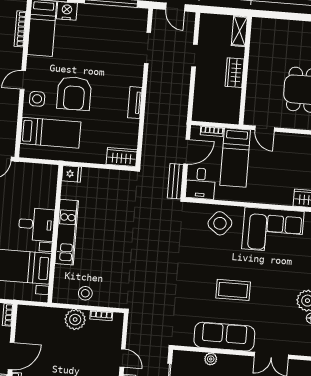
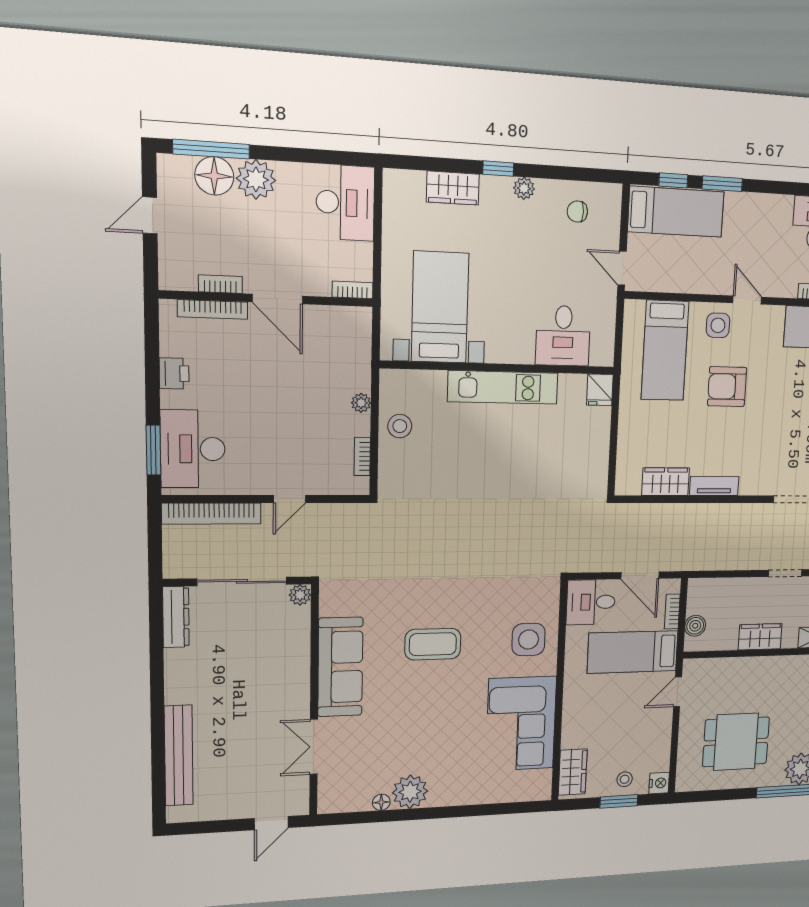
armchair: (74, 93) -> (727, 387), width x0.73, depth x0.73
boiler: (223, 116) -> (695, 626), added
wardrobe: (122, 157) -> (666, 482), moved, turned -90
bench: (175, 181) -> (593, 562), removed
side table: (220, 223) -> (529, 640), turned -38
desk: (36, 224) -> (563, 336), moved
coffee table: (233, 290) -> (433, 644), moved, turned 90
plant: (75, 320) -> (361, 403), width x0.53, depth x0.53
plant: (211, 359) -> (300, 595), moved

